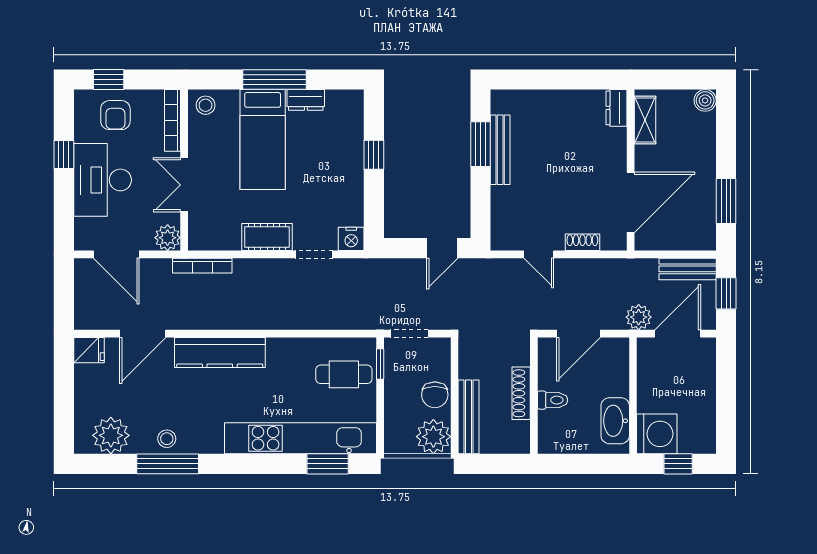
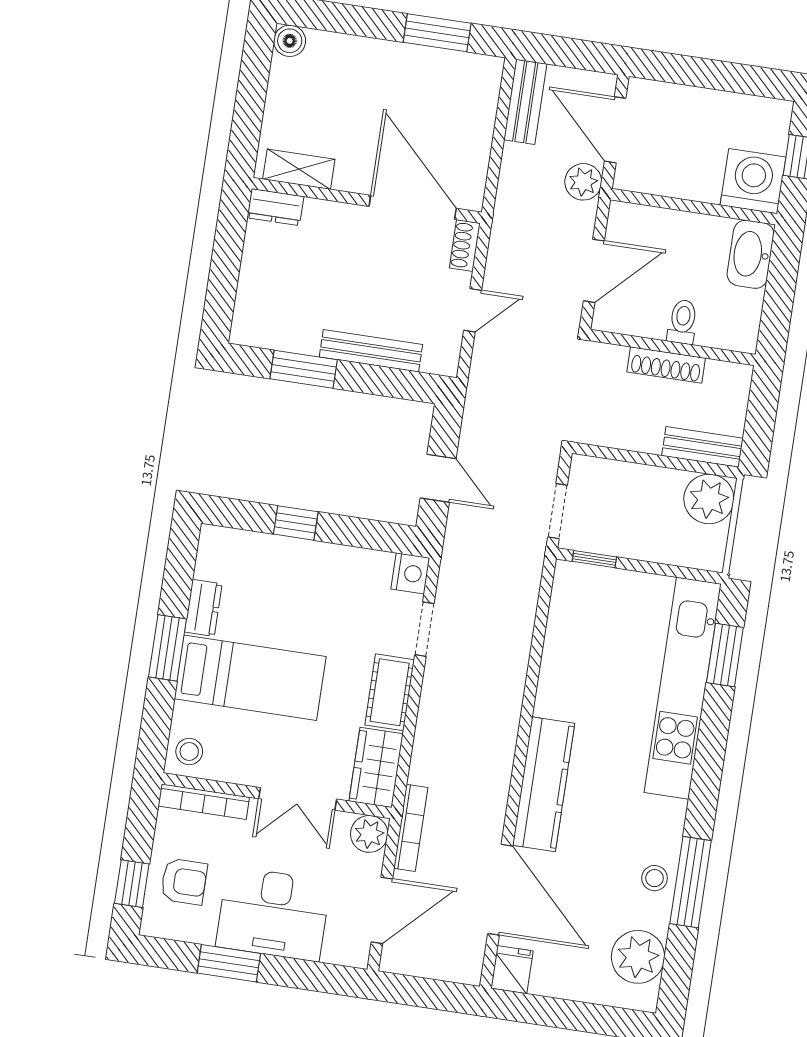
window: (275, 79) -> (168, 648), width x0.69
dresser: (616, 108) -> (275, 207), moved
shelving: (645, 120) -> (299, 169), moved
bench: (500, 150) -> (371, 351), moved
window: (64, 155) -> (229, 963), width x1.50
wall: (631, 170) -> (367, 200), moved
door: (631, 202) -> (413, 207), moved
wardrobe: (214, 235) -> (376, 767), added
door: (442, 248) -> (438, 478), moved
bookcase: (202, 266) -> (411, 828), moved
window: (726, 293) -> (568, 53), removed
door: (143, 334) -> (500, 890), width x1.36
door: (578, 334) -> (594, 271), hinge flipped
cafe table: (344, 374) -> (601, 613), removed
chair: (435, 395) -> (650, 488), removed
bench: (469, 417) -> (703, 447), width x0.73
washbasin: (615, 421) -> (751, 254), moved, turned 90

